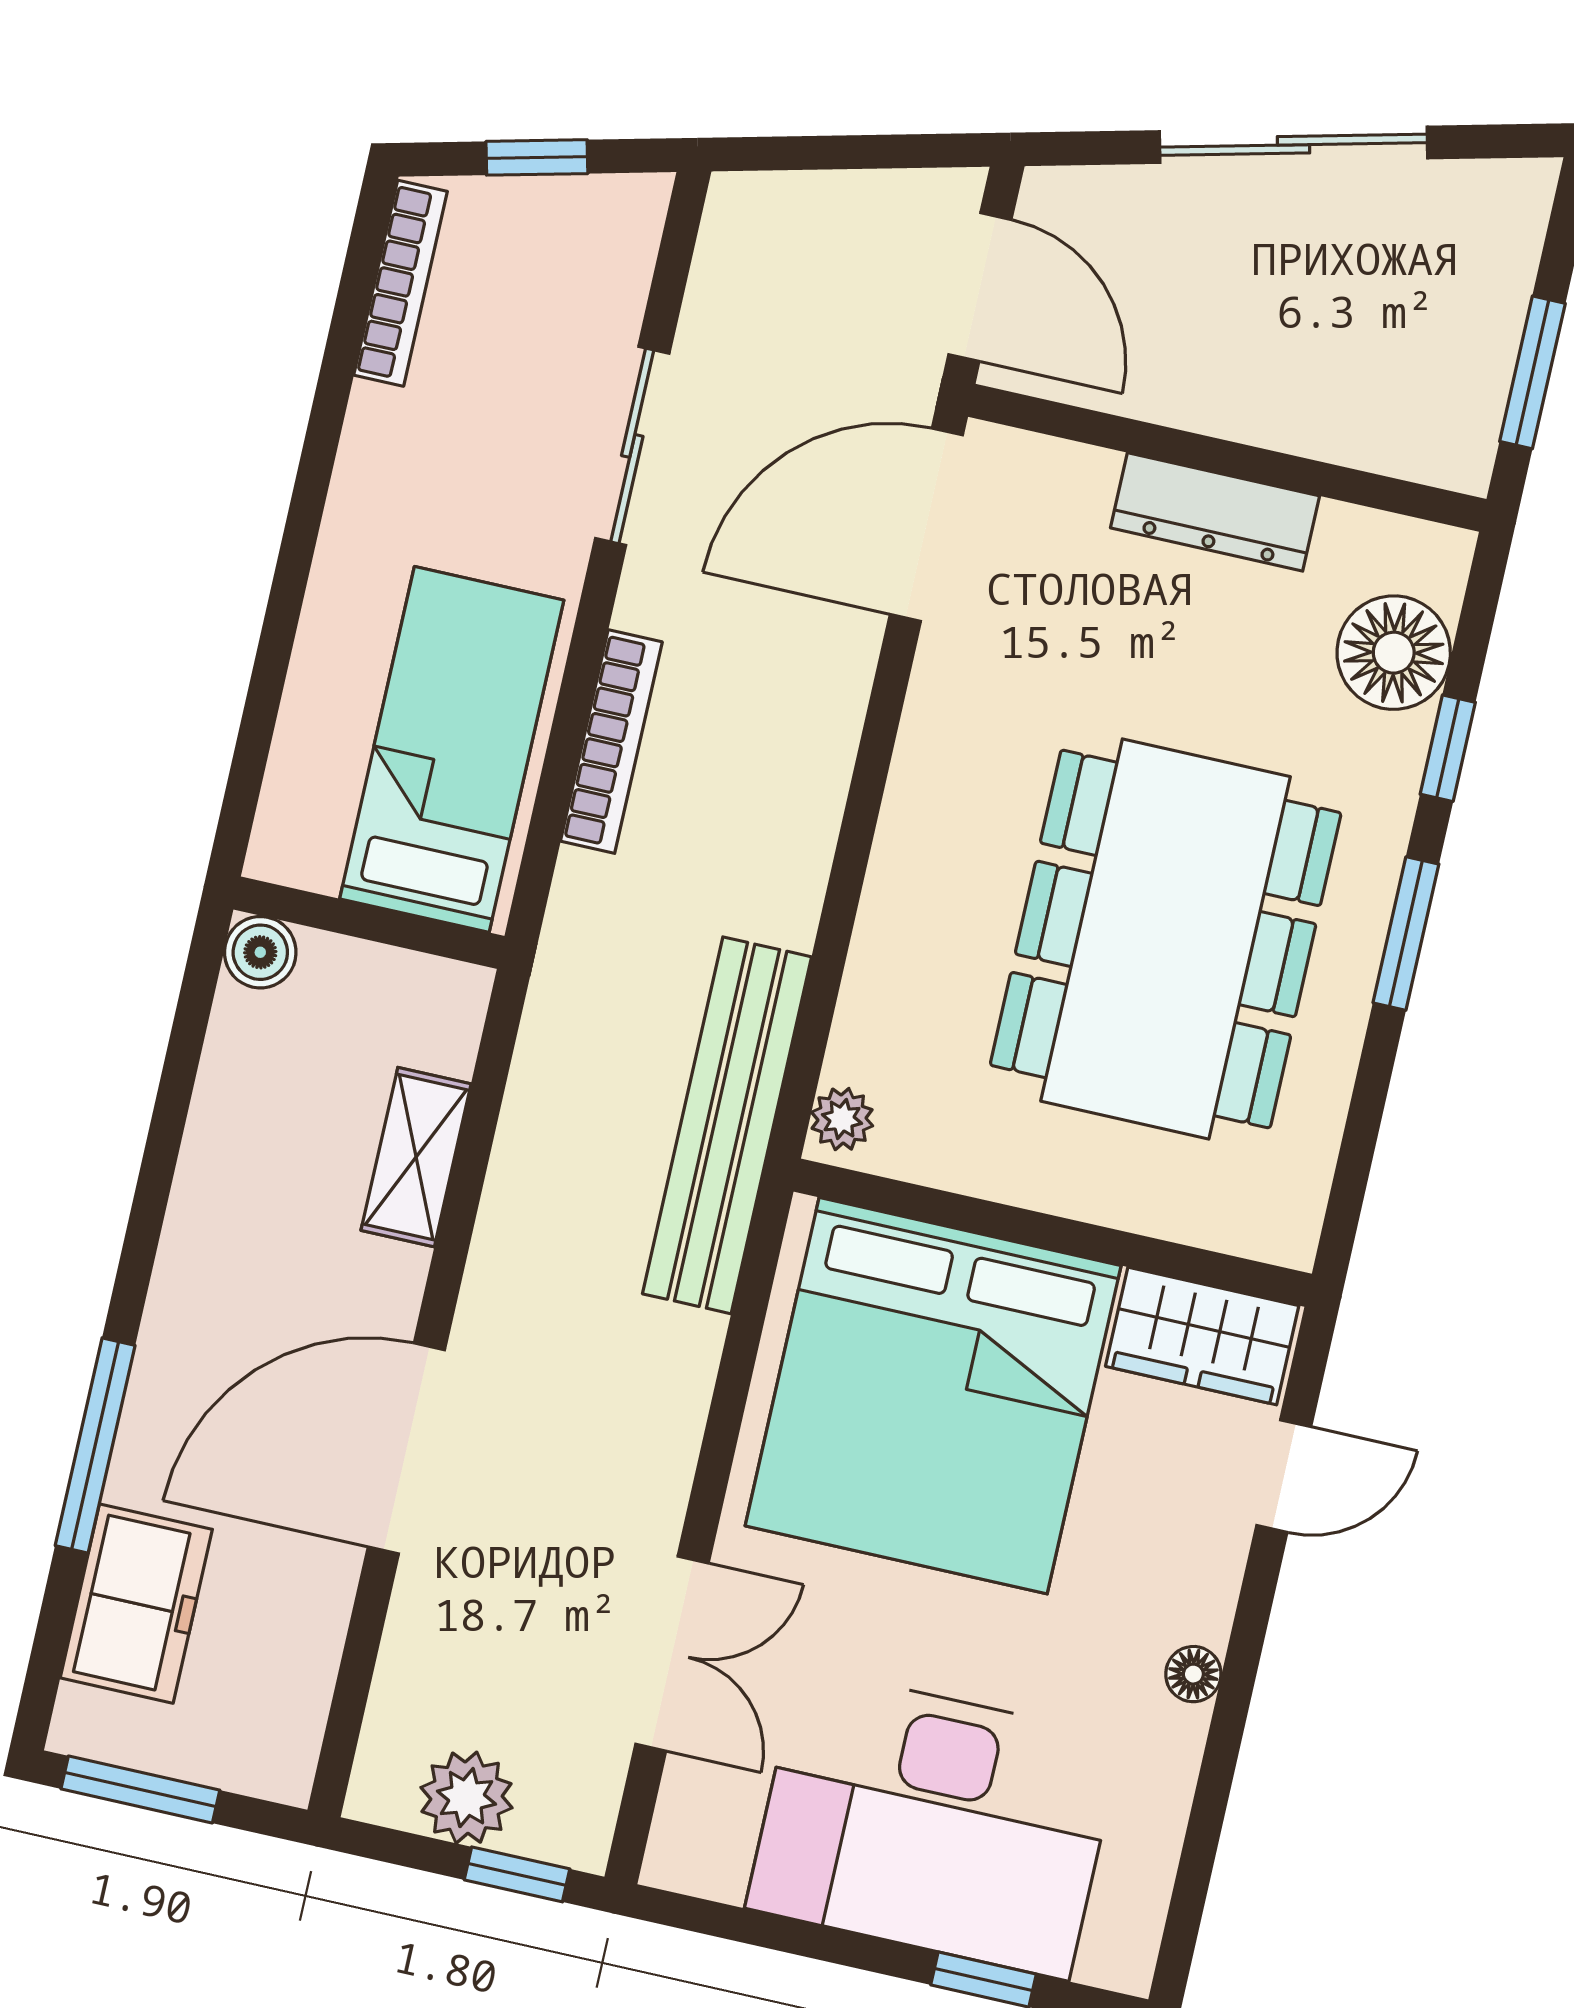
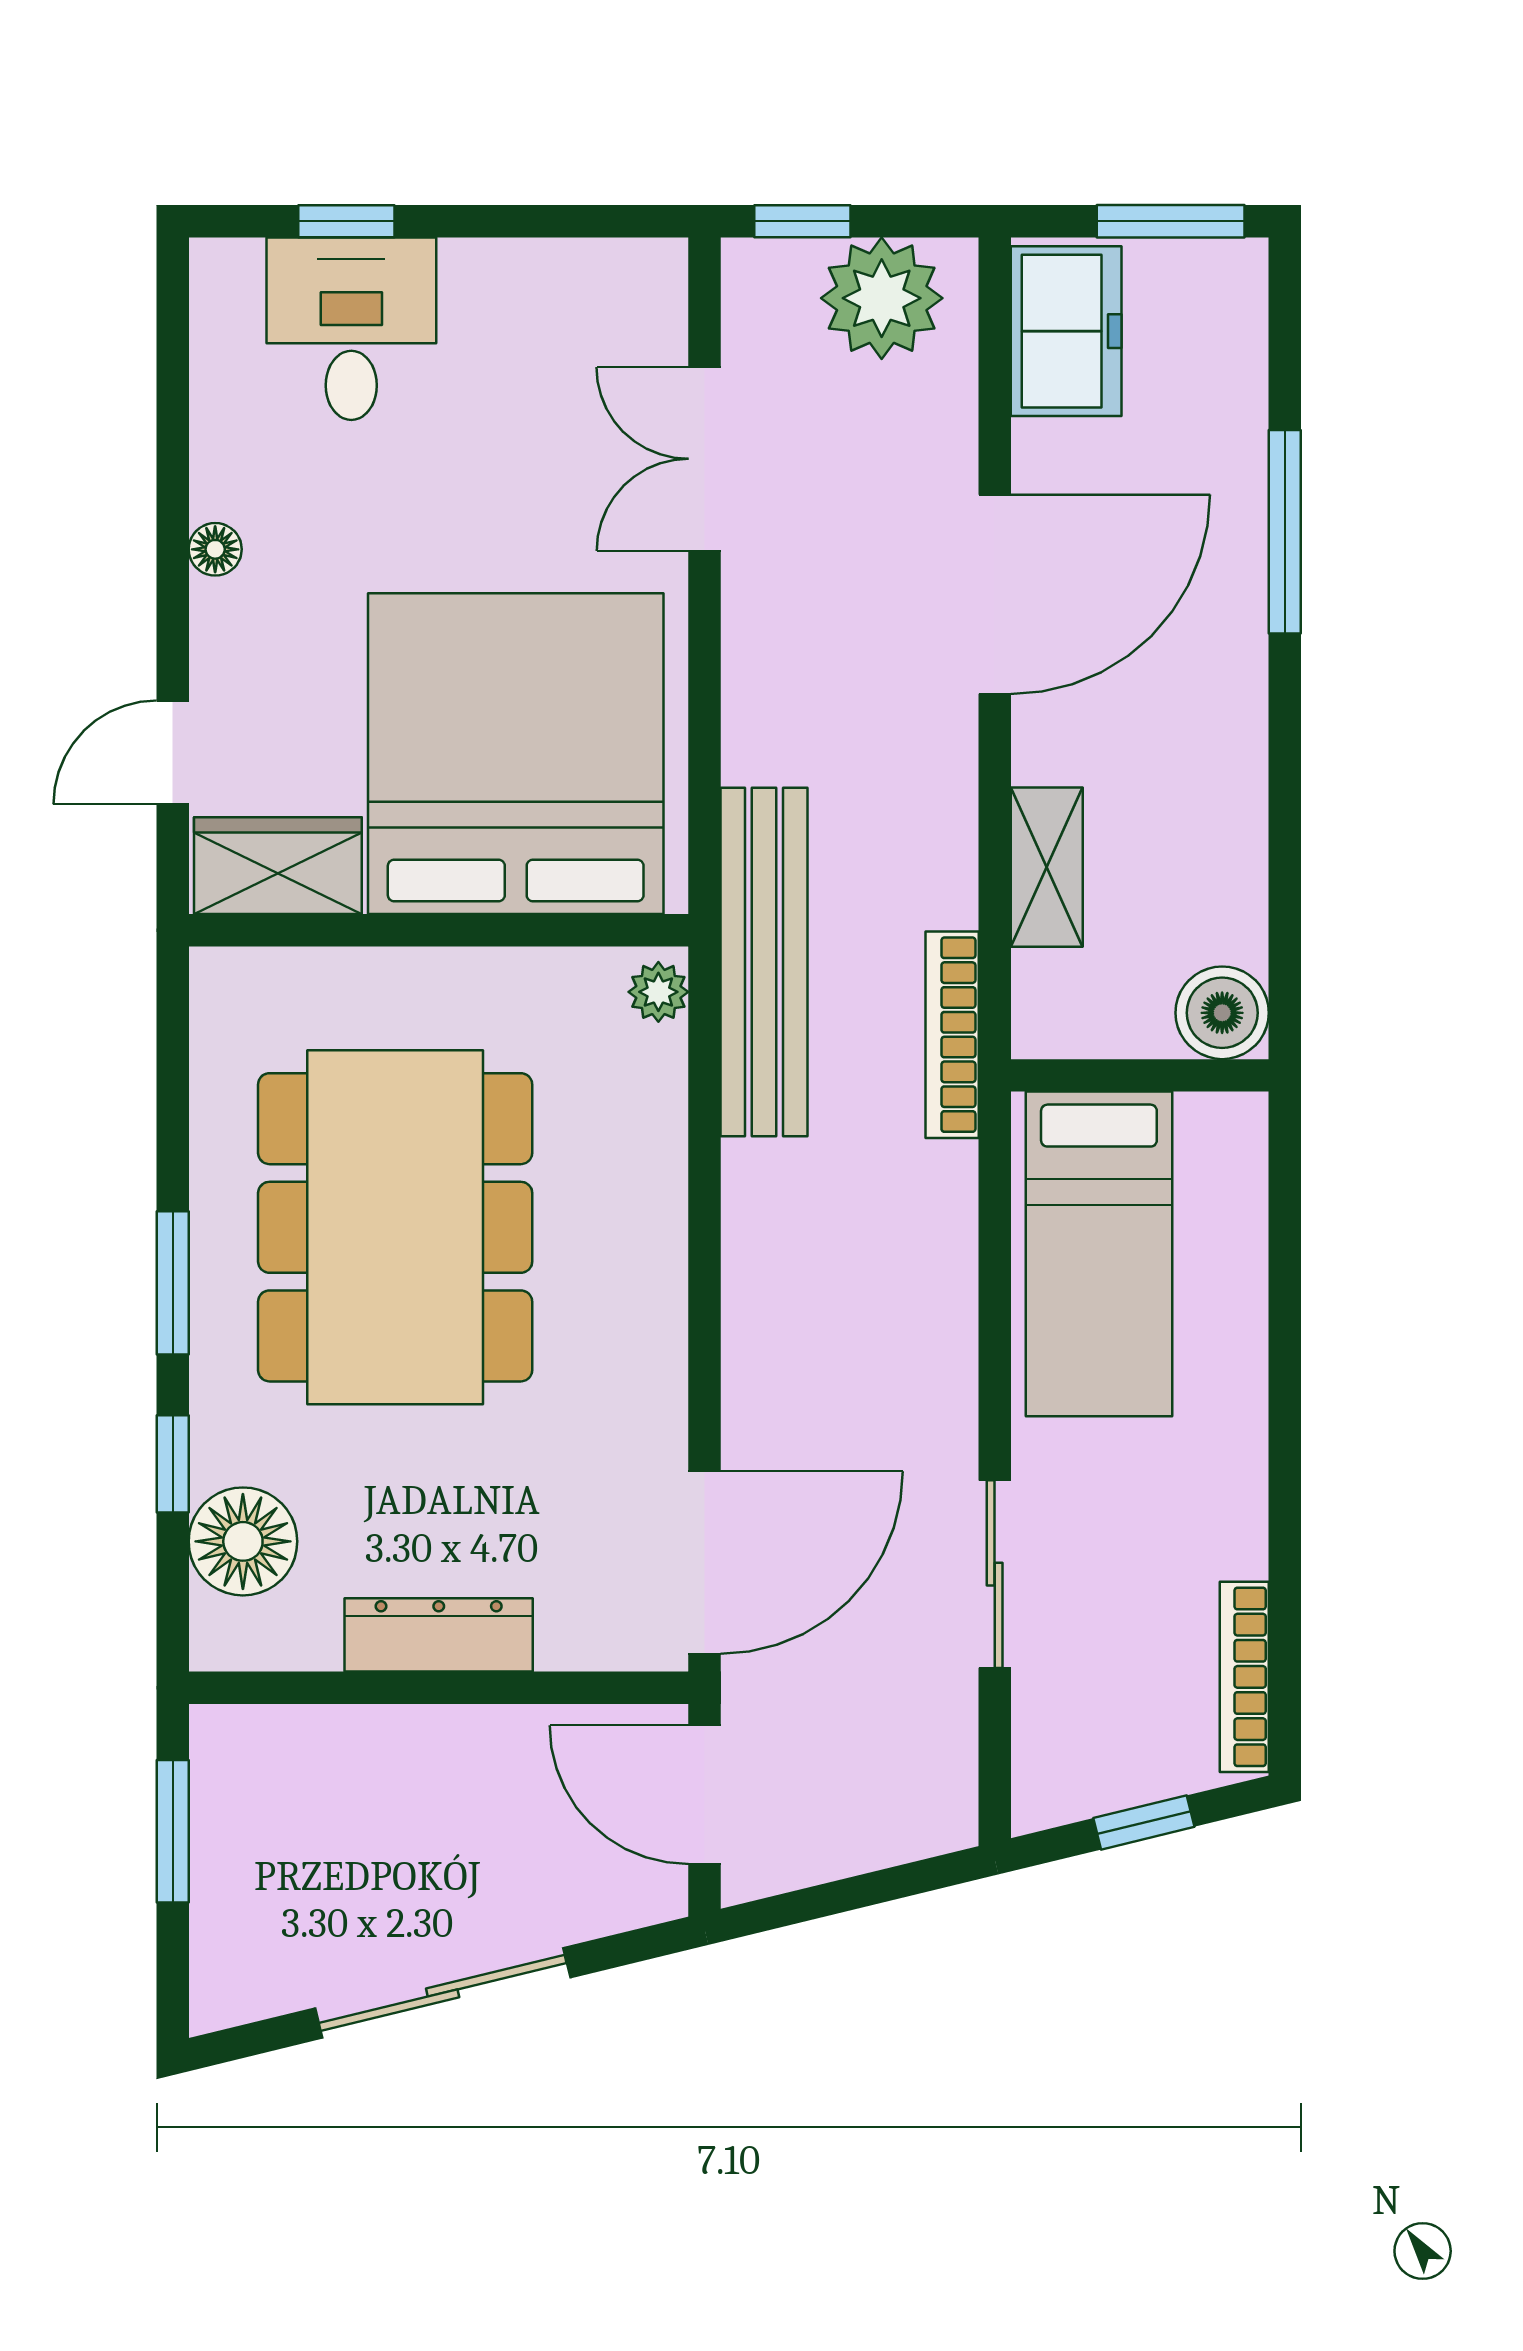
bookcase: (611, 742) -> (952, 1035), moved
boiler: (260, 952) -> (1222, 1013), width x1.36, depth x1.36
freezer: (136, 1604) -> (1066, 331), moved, turned 180
plant: (466, 1798) -> (882, 298), width x1.36, depth x1.36
desk: (934, 1823) -> (351, 329), width x0.53, depth x0.77

